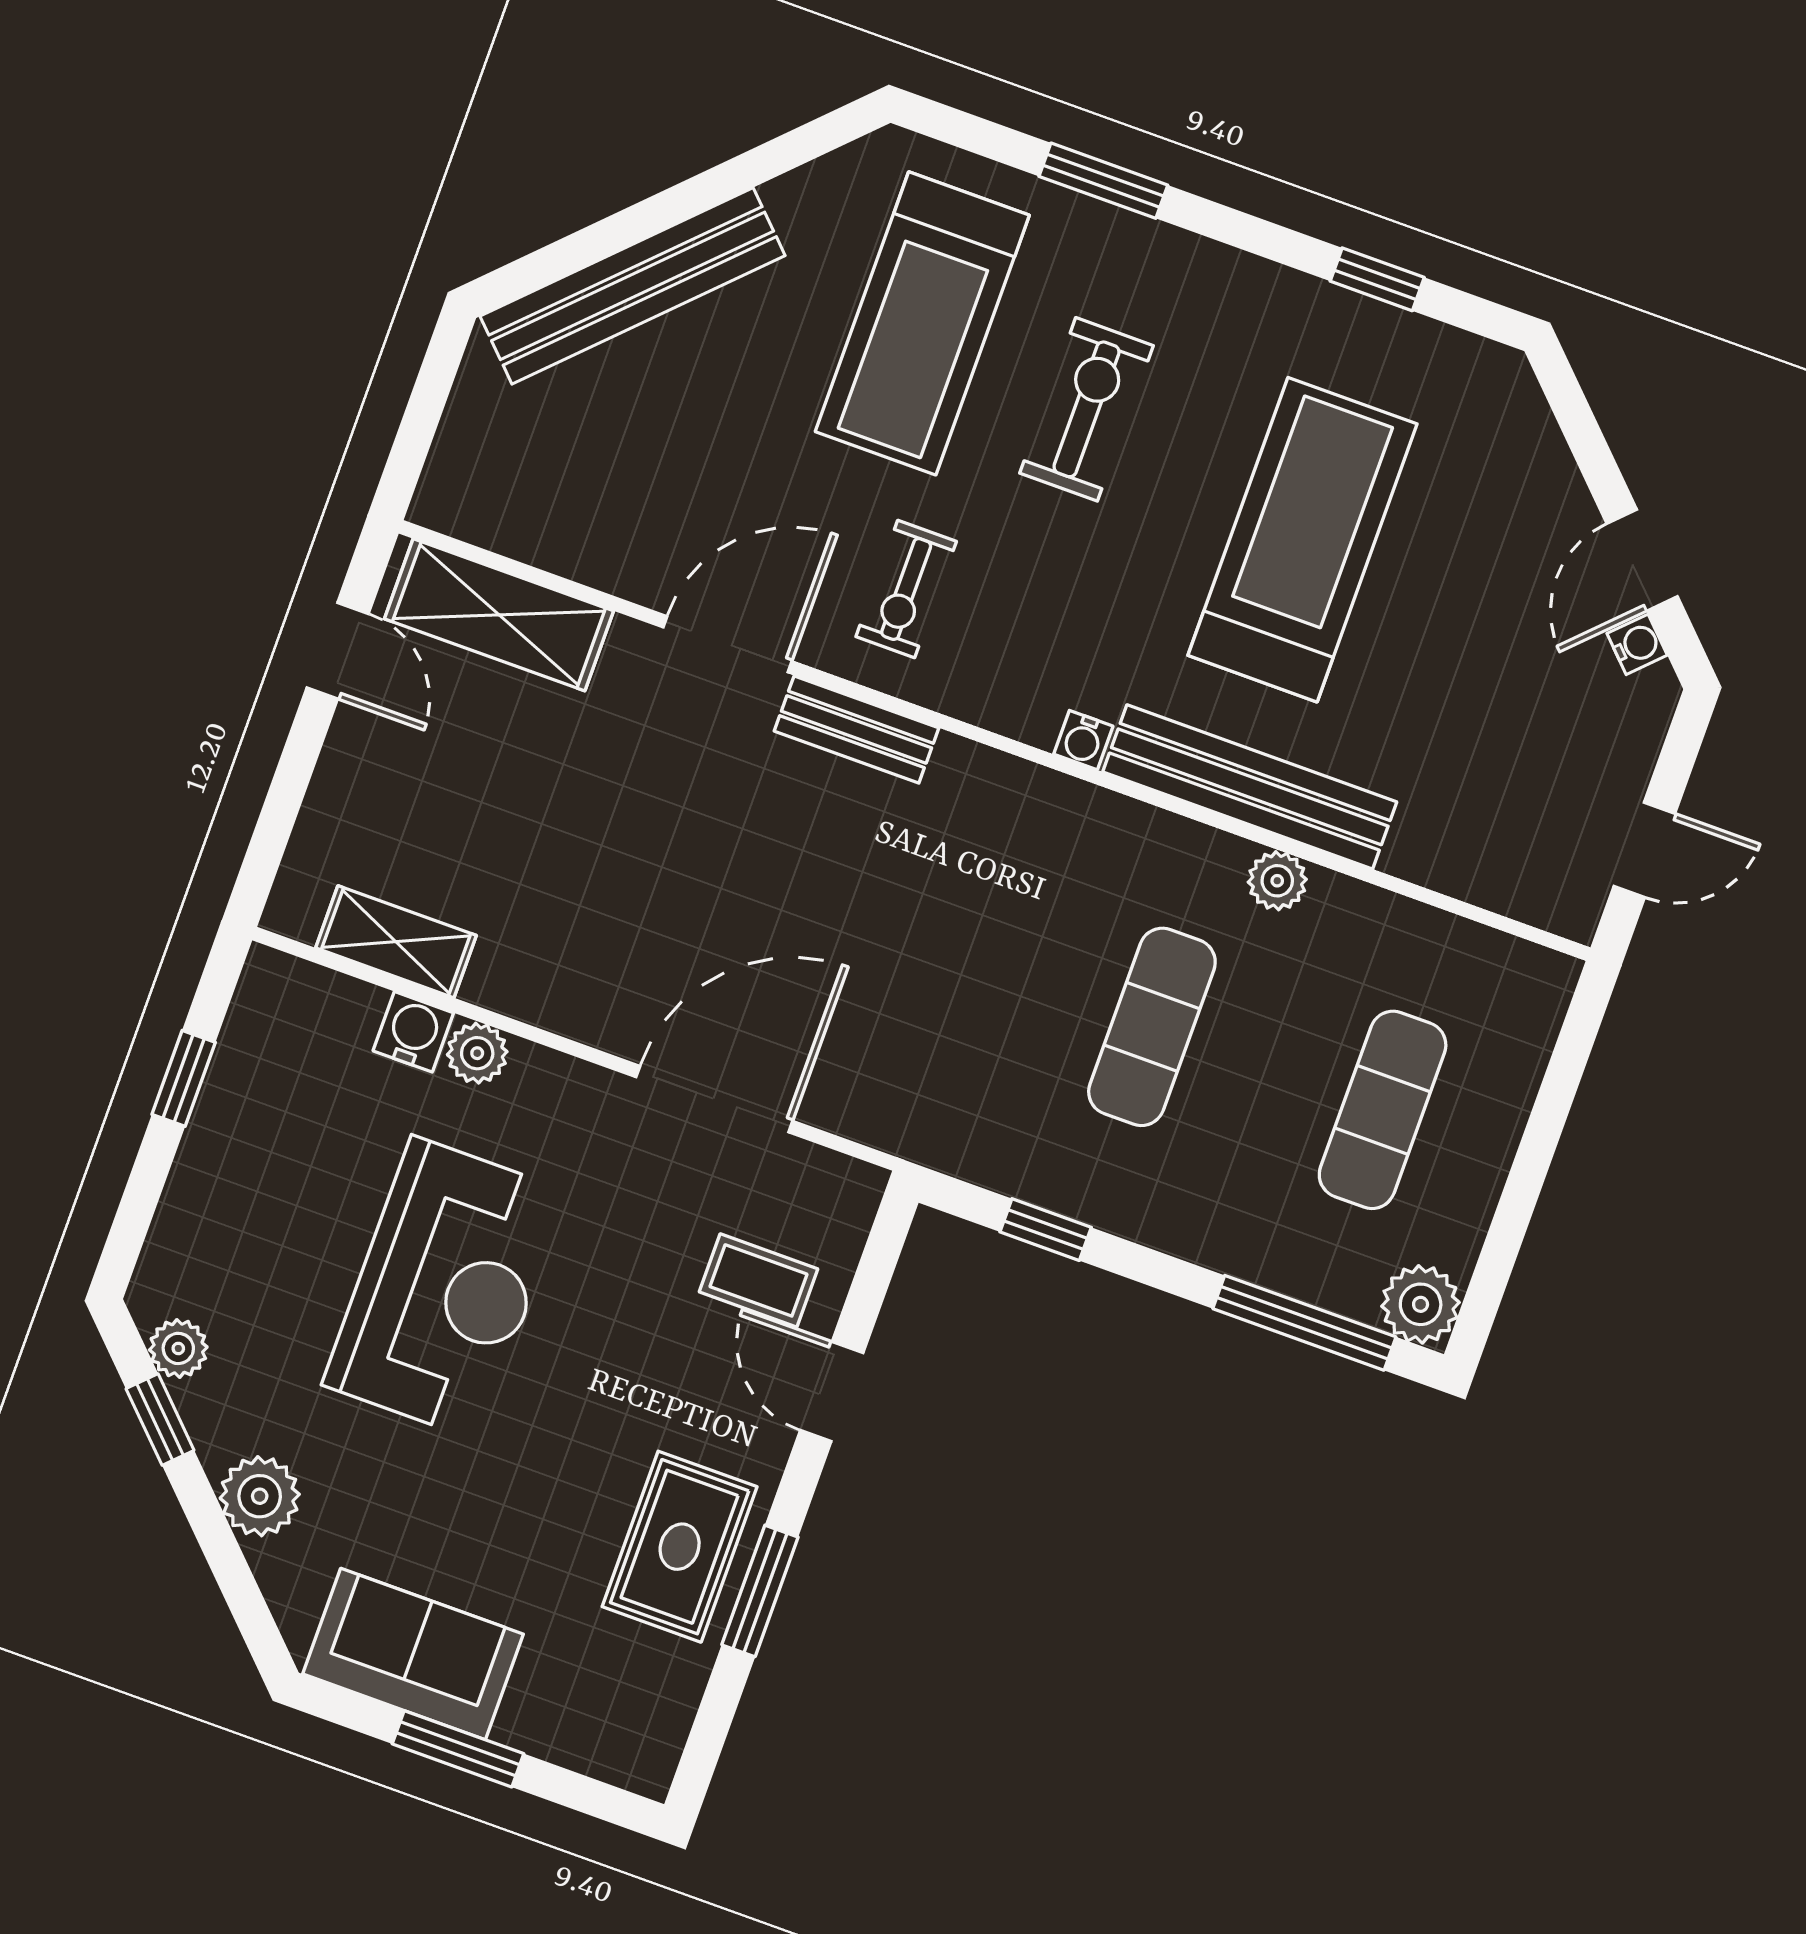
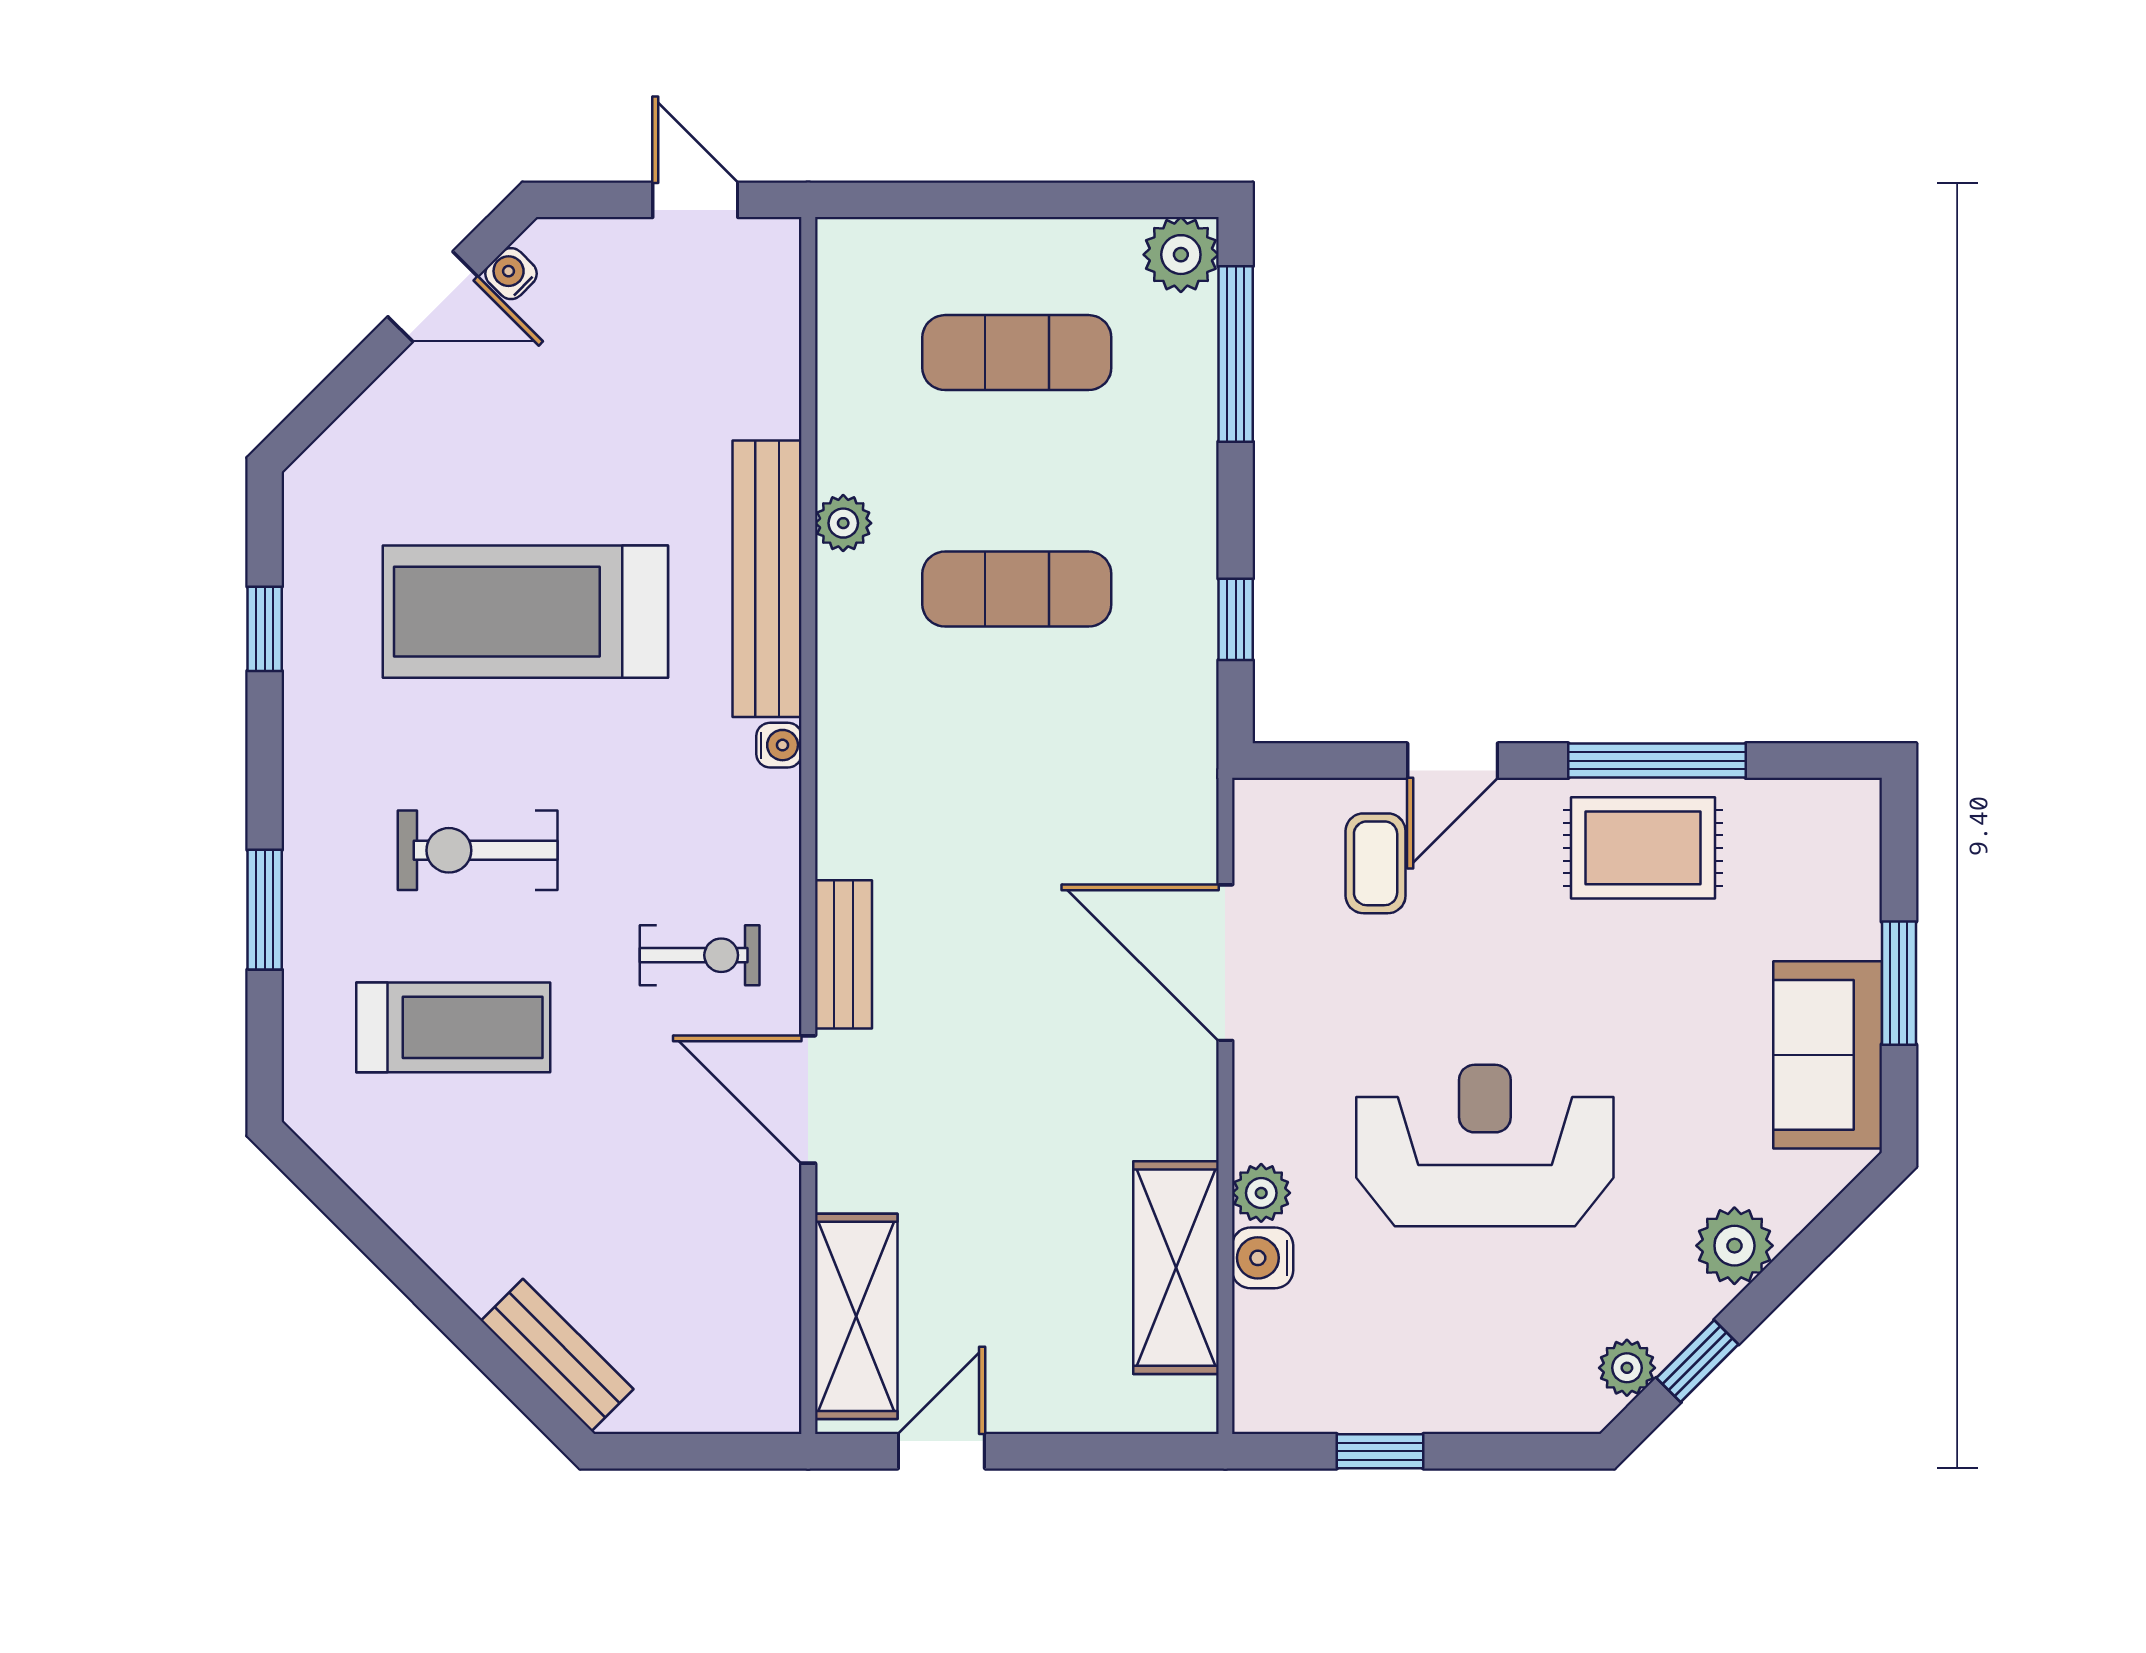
bench: (633, 286) -> (557, 1355), width x0.54, depth x0.82
treadmill: (922, 323) -> (453, 1027), width x0.73, depth x0.73
shelving: (396, 942) -> (1176, 1268), width x1.50, depth x1.33
window: (760, 1591) -> (1657, 761), width x1.44

